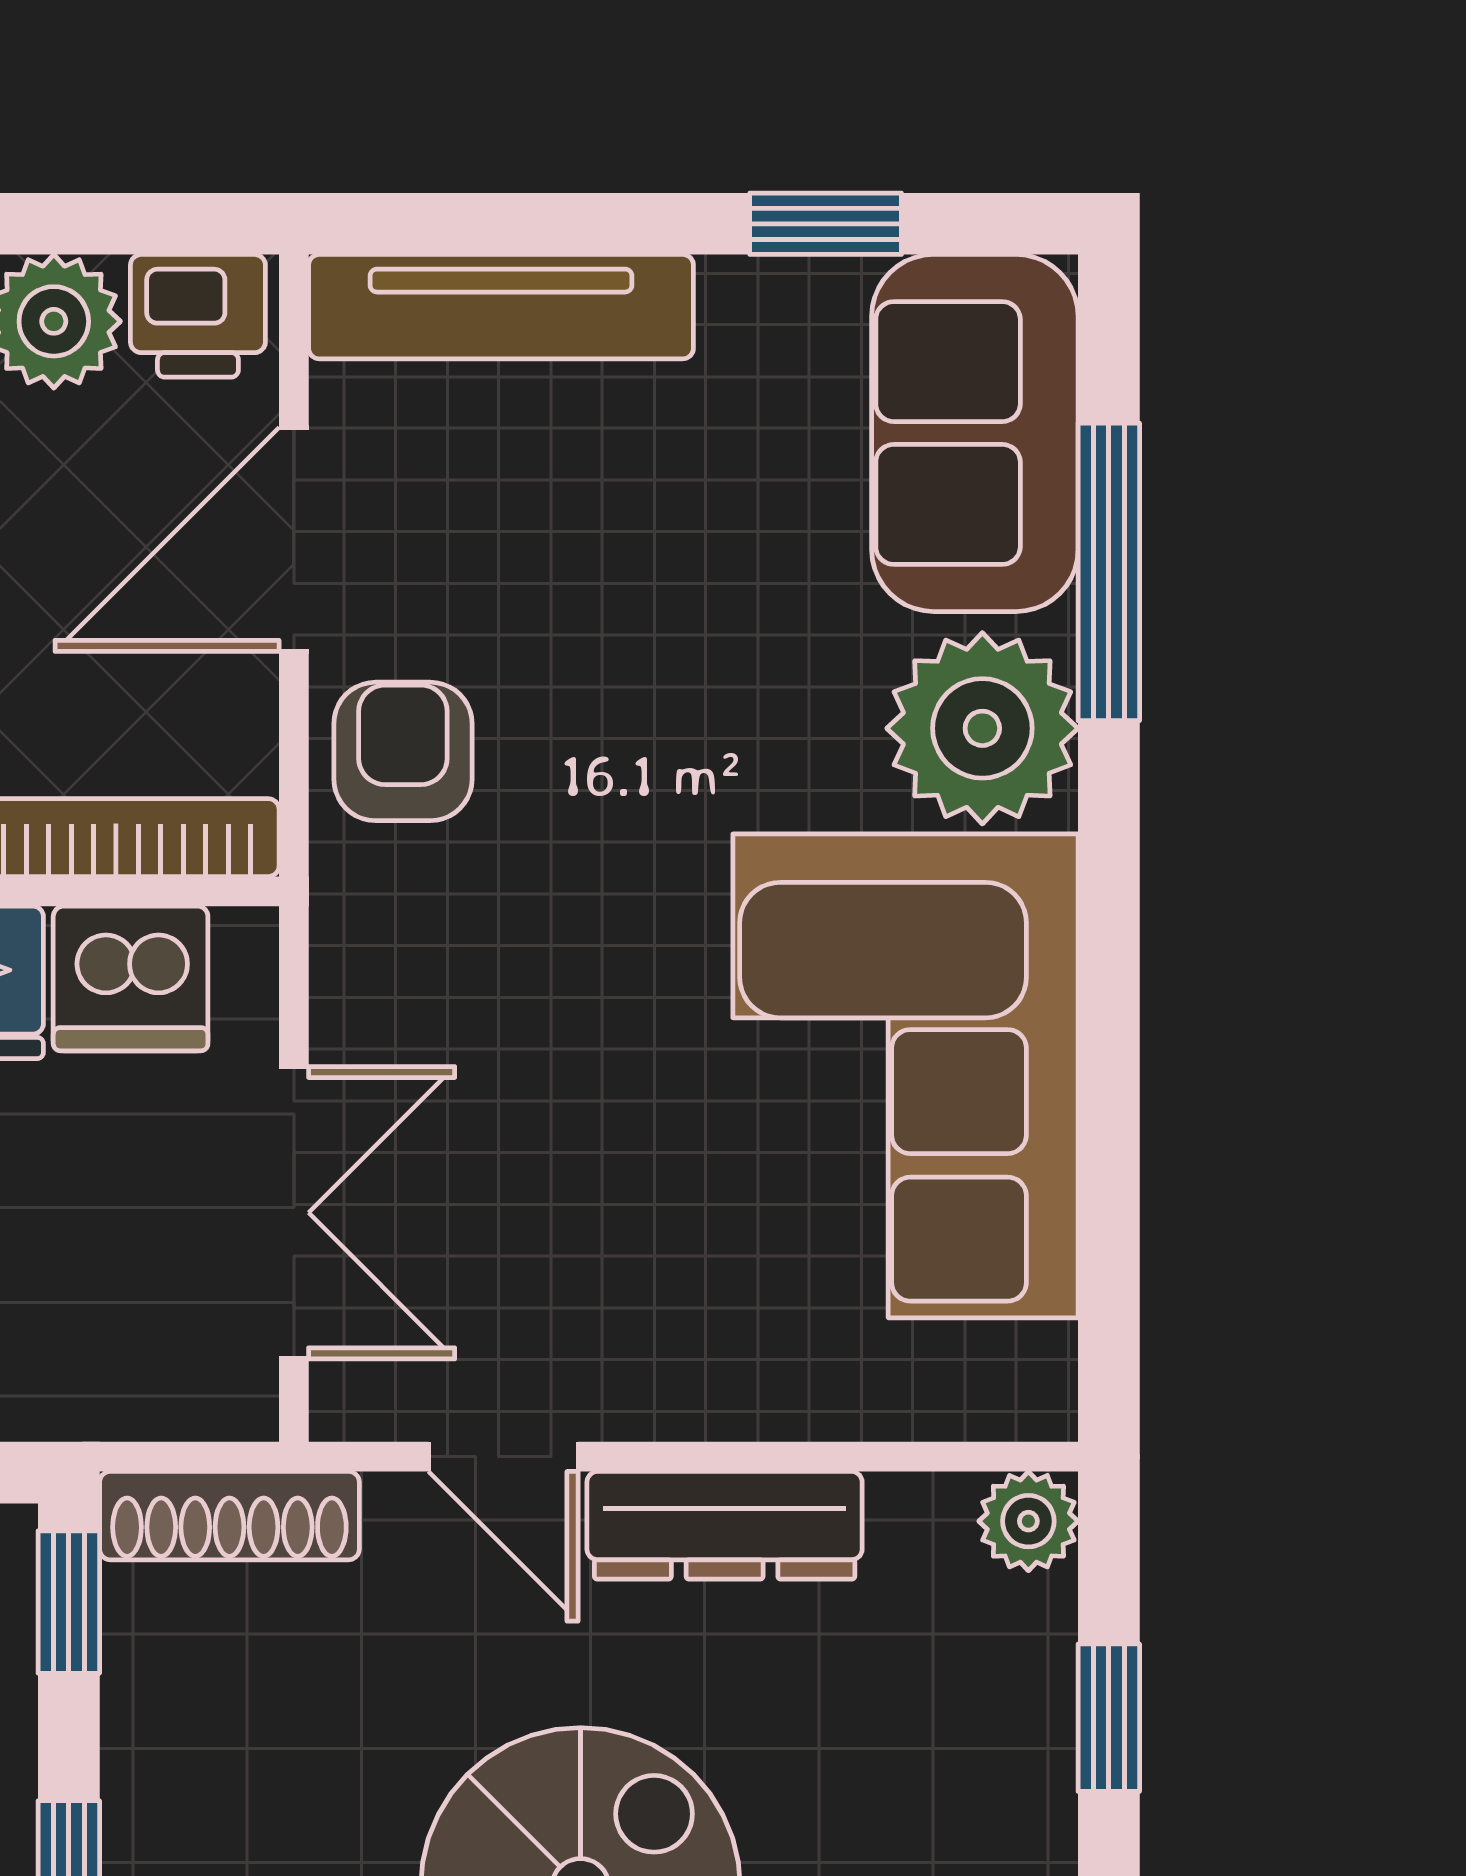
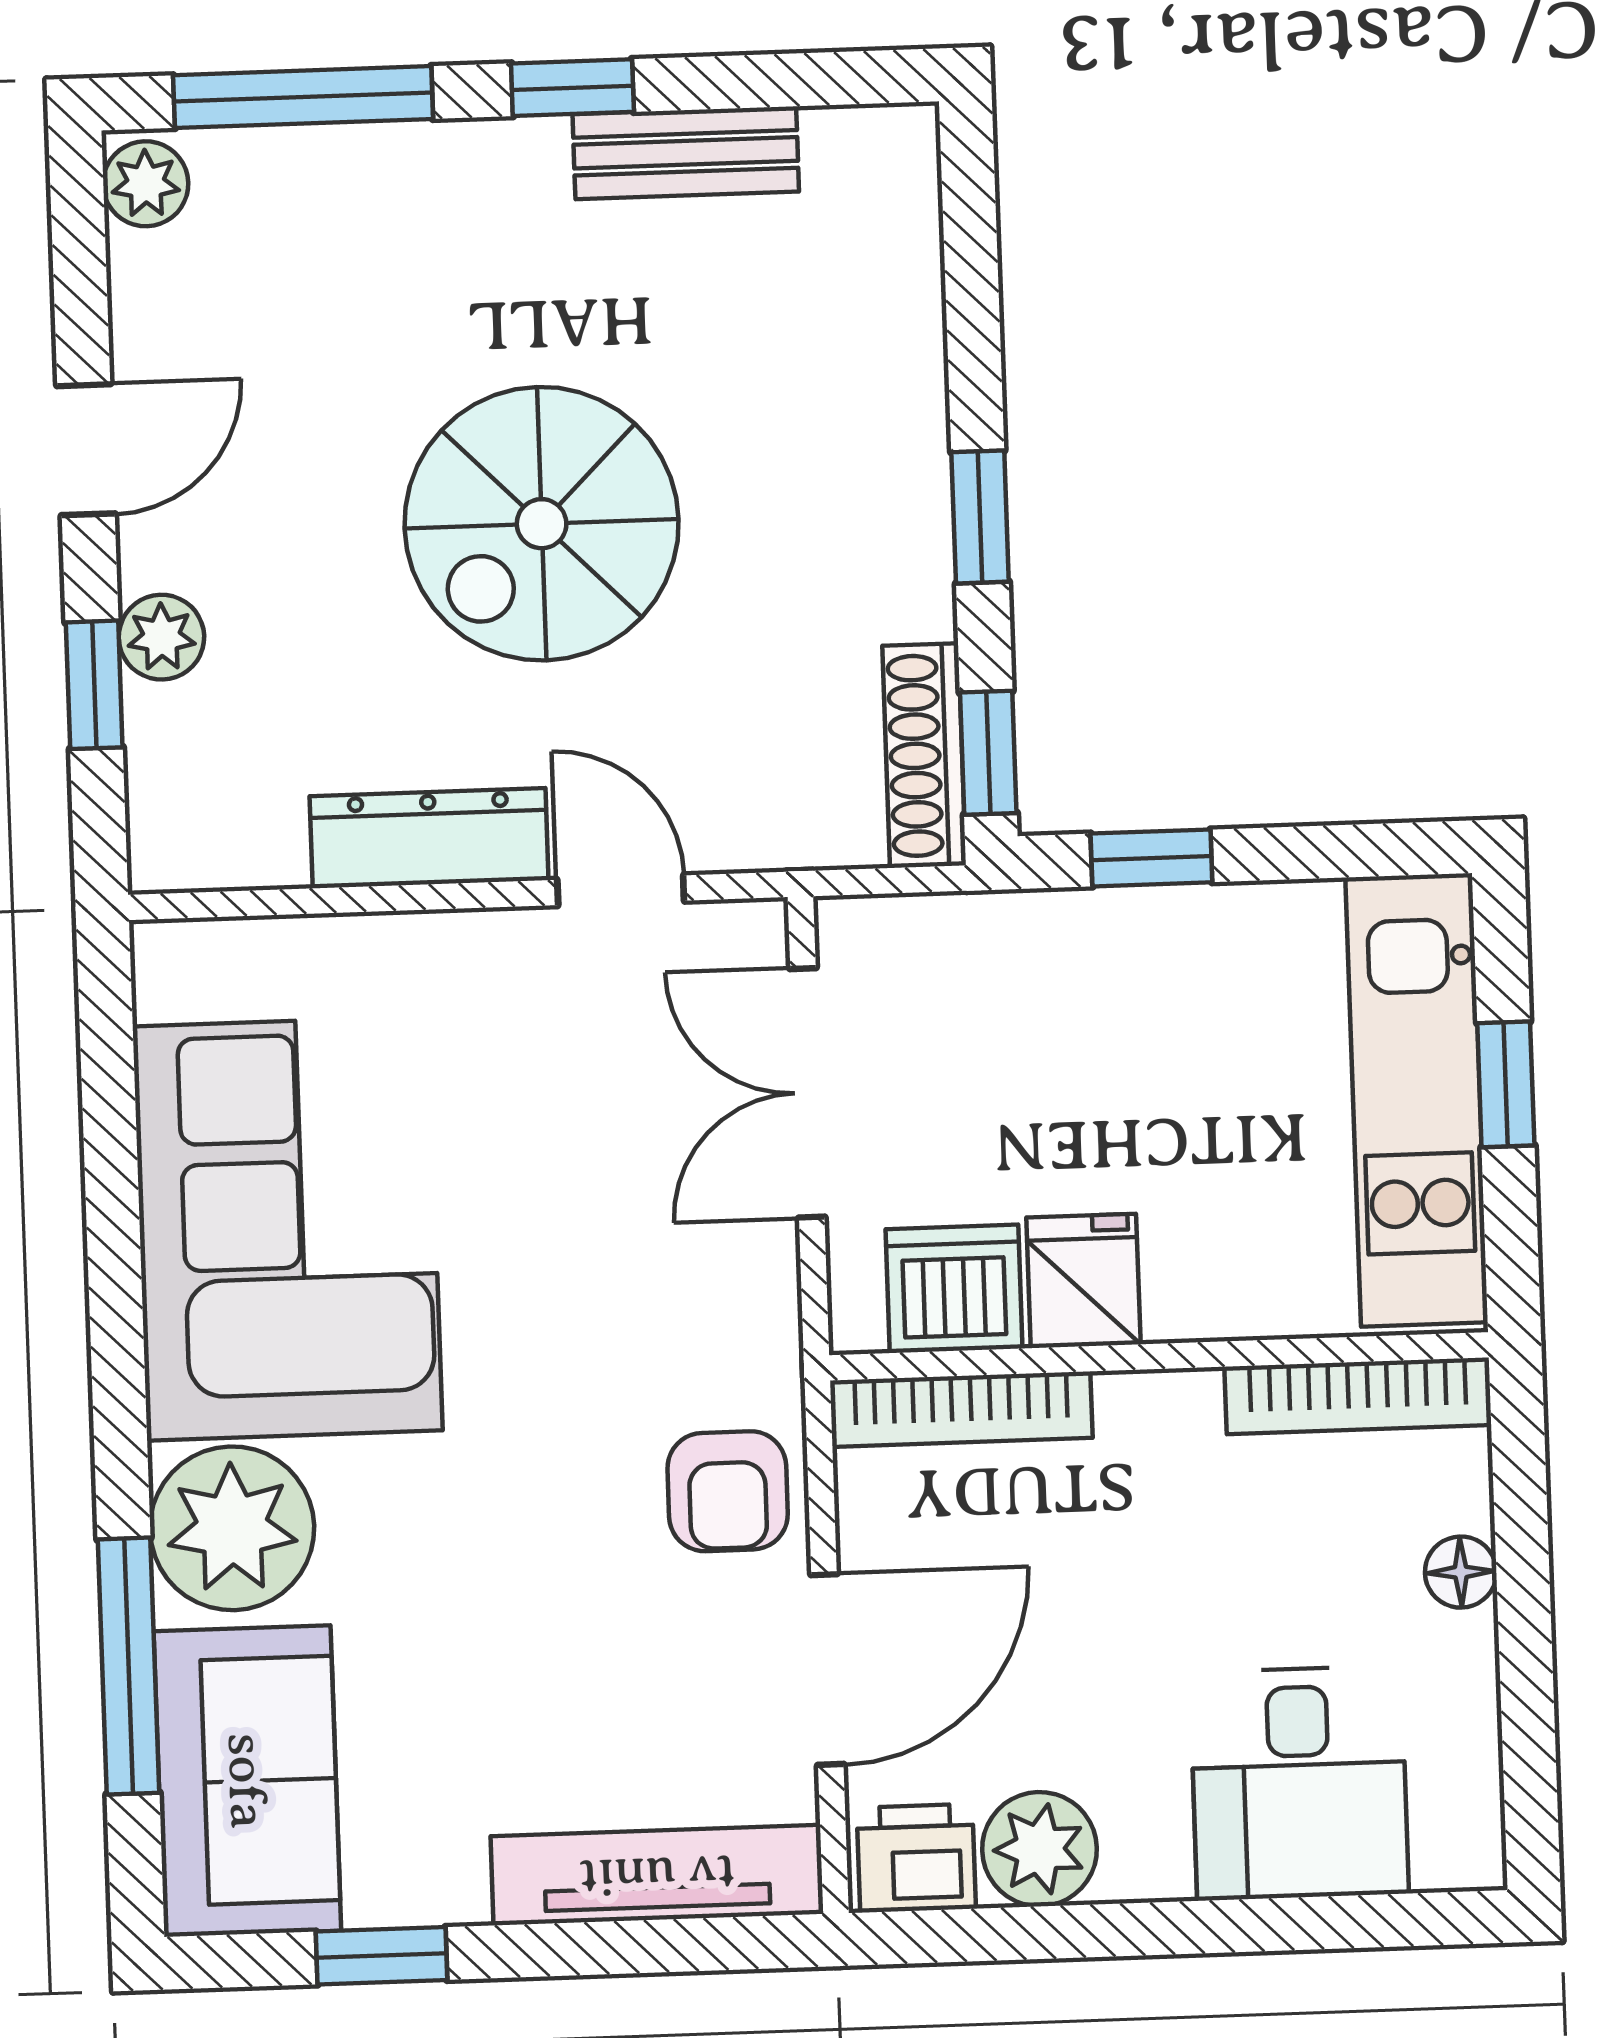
shoe rack: (229, 1516) -> (924, 756), moved, turned -90
plant: (1028, 1521) -> (161, 637), moved

